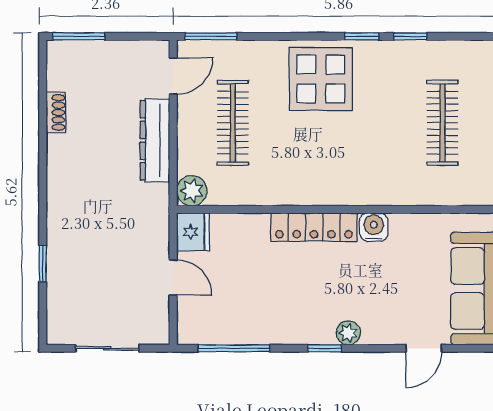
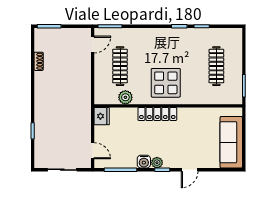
display table: (321, 79) -> (166, 83), moved
dresser: (155, 140) -> (84, 74), removed
plant: (192, 191) -> (125, 97), moved
water cooler: (374, 227) -> (144, 162), moved, turned 180
door: (173, 278) -> (93, 151), moved
plant: (348, 333) -> (157, 163), moved
door: (424, 348) -> (190, 170), moved

